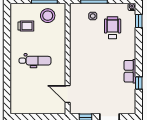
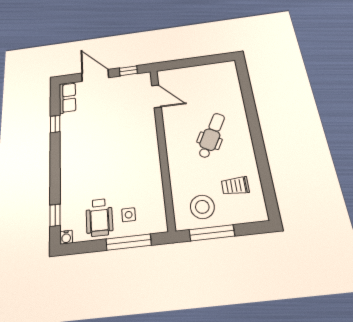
wheelchair: (113, 28) -> (99, 217), moved
dental chair: (35, 61) -> (212, 135), turned 119
row of seats: (130, 71) -> (67, 98), moved

